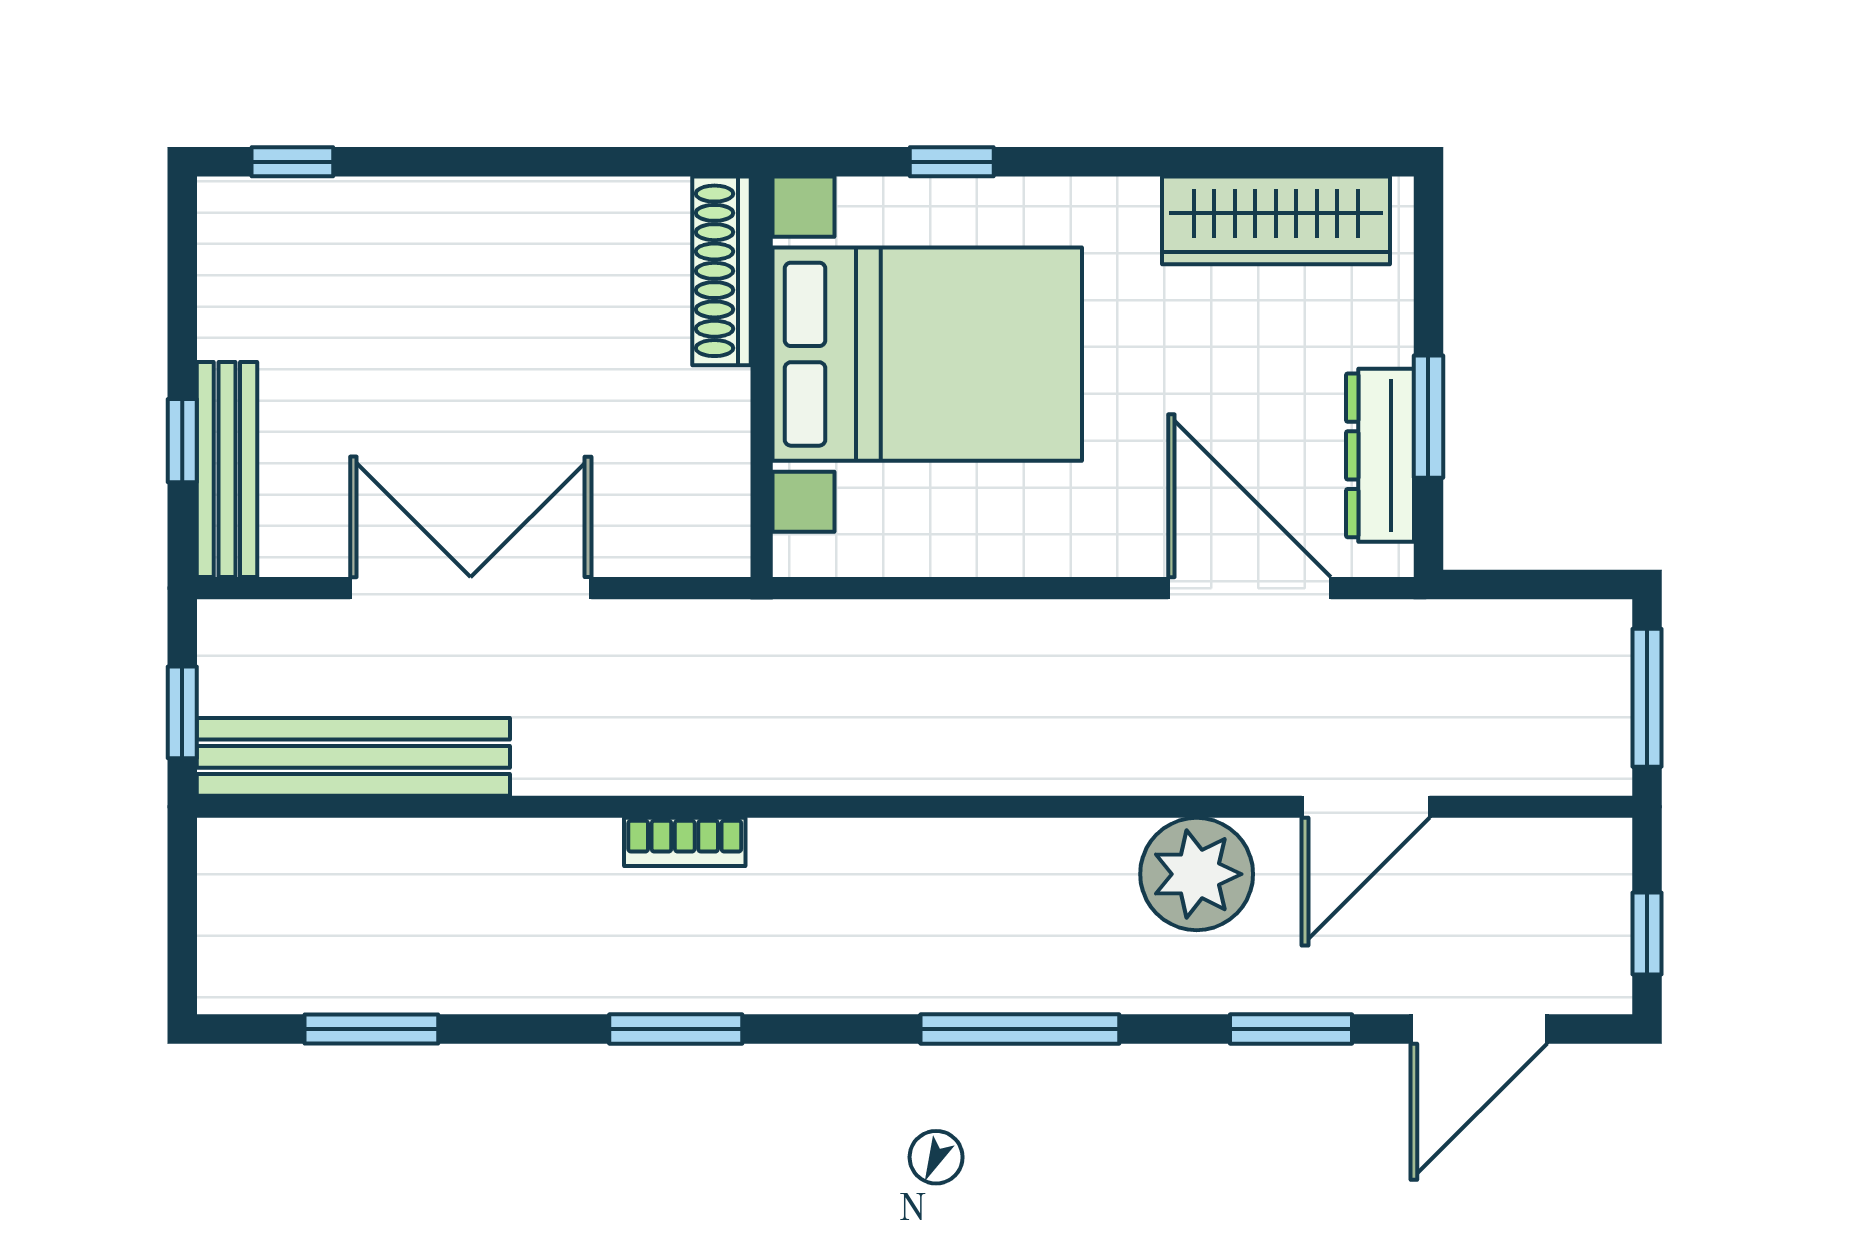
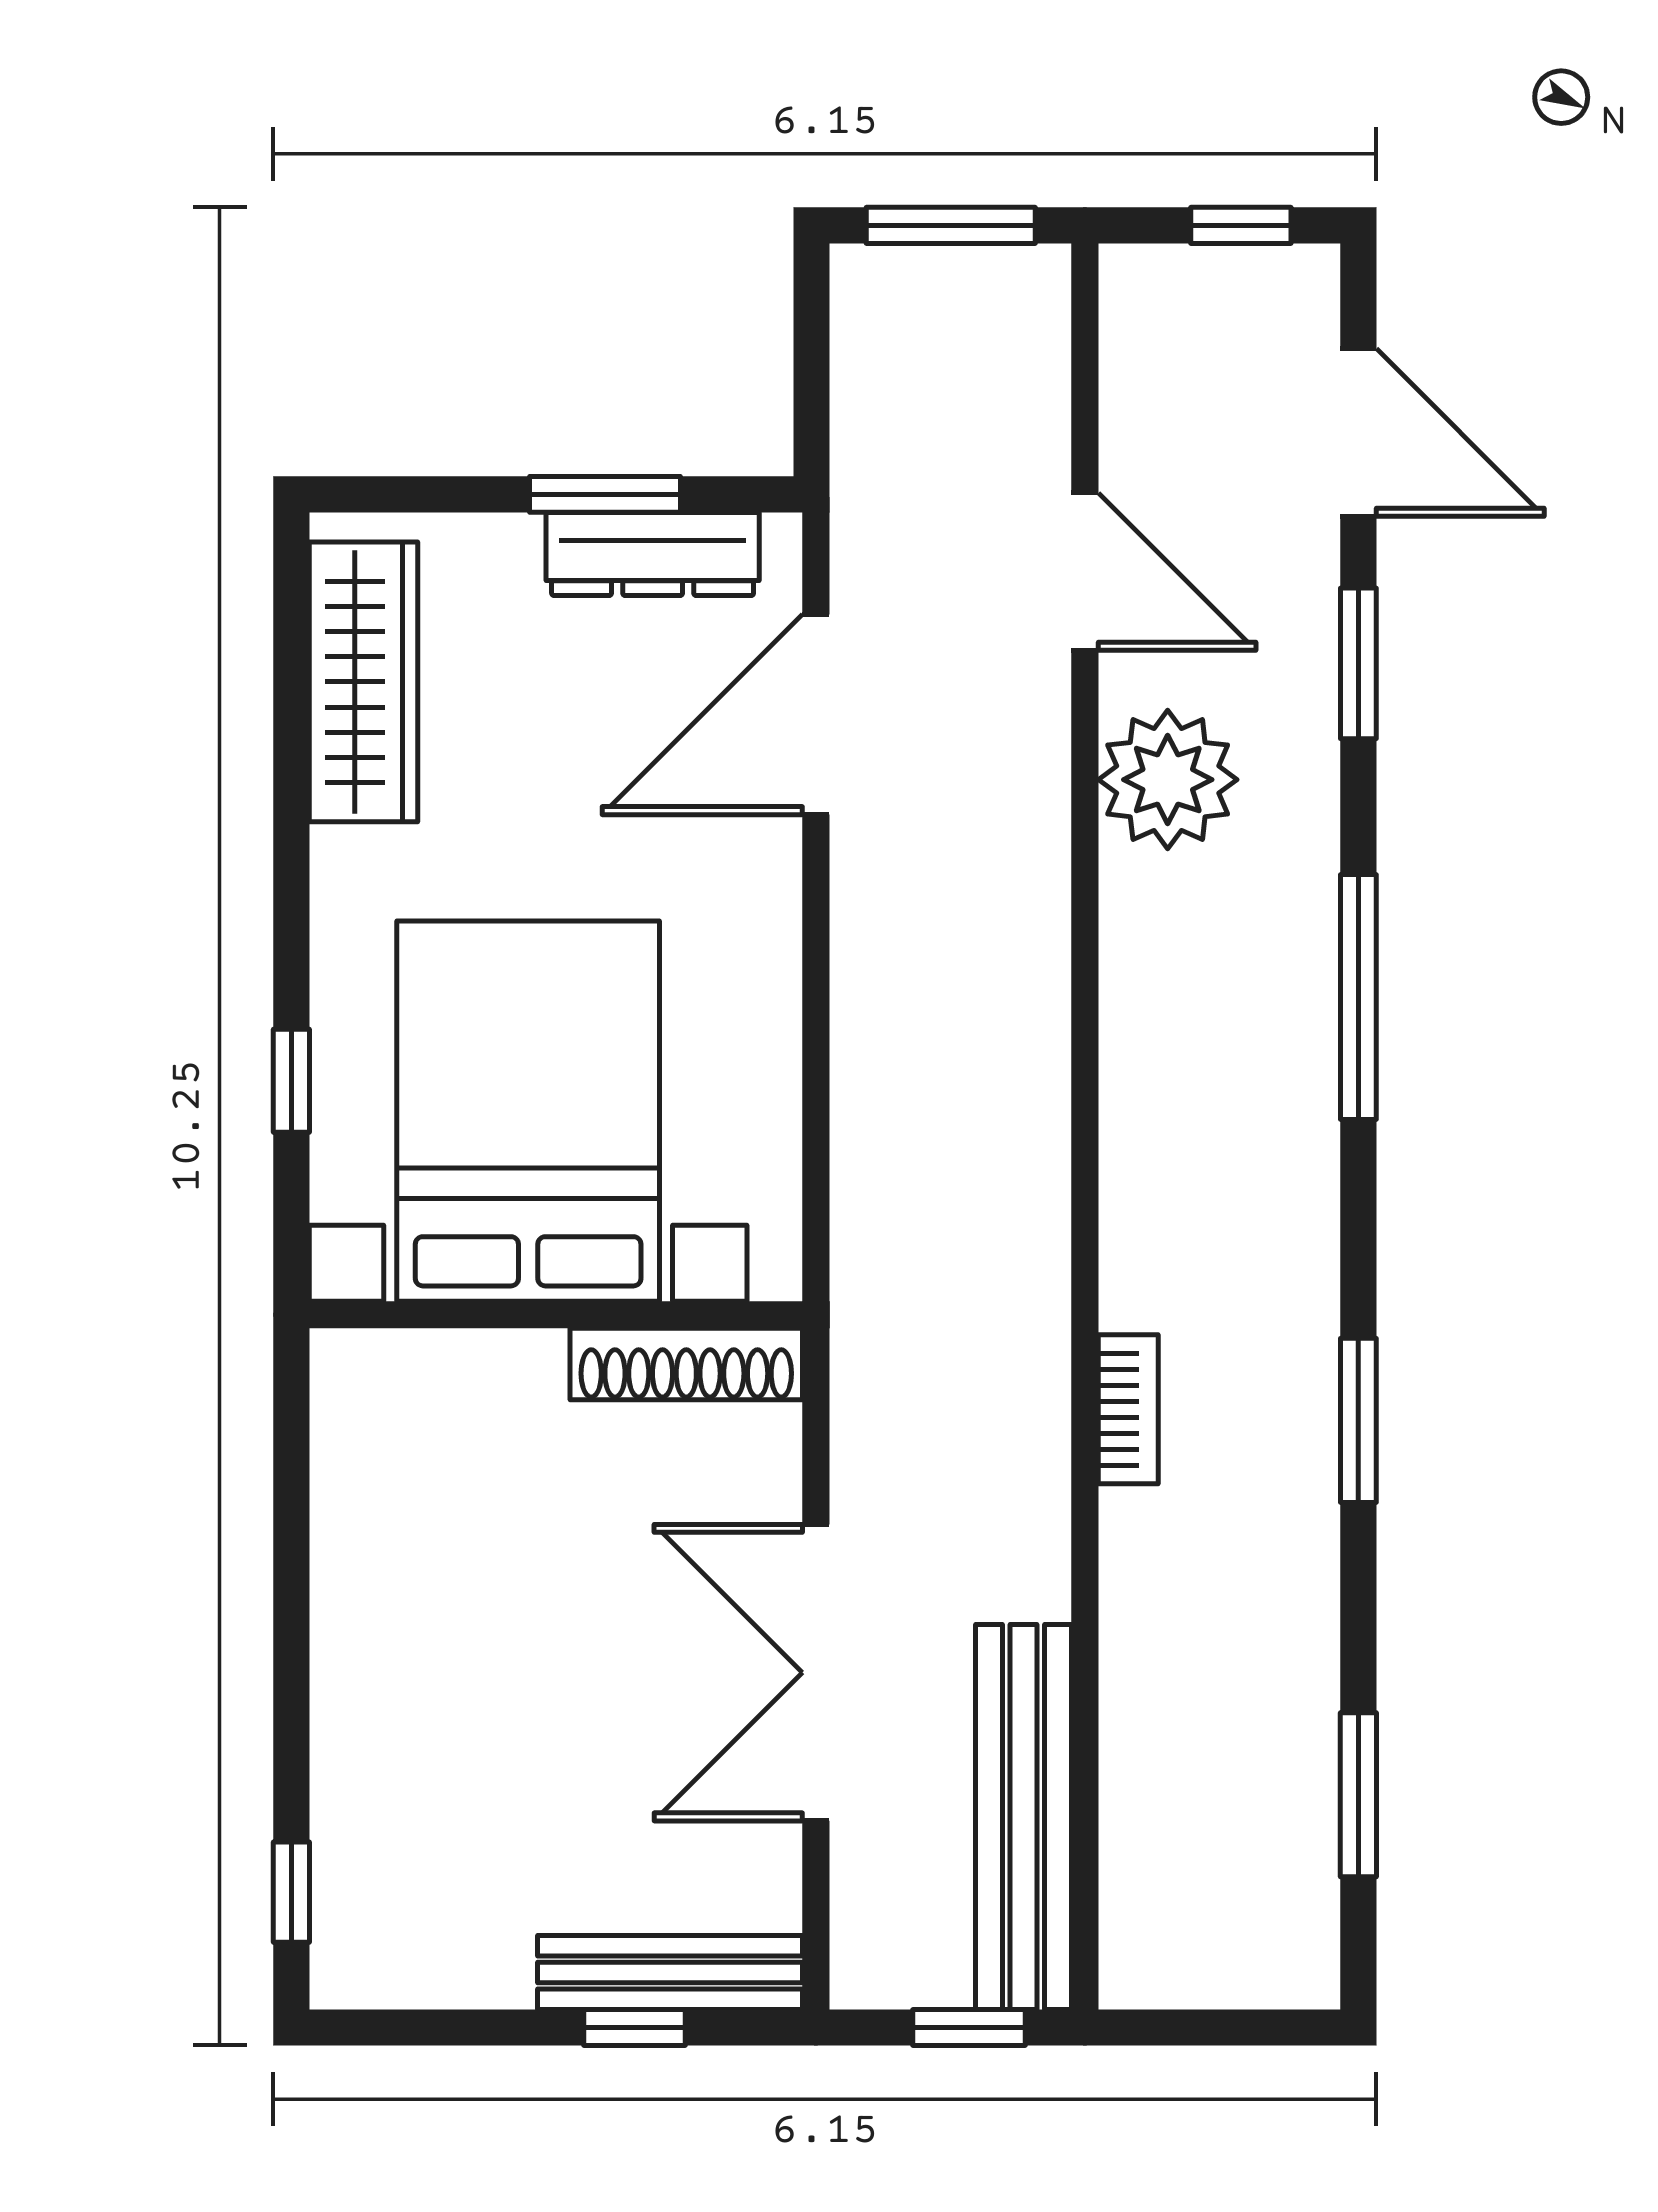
shoe rack: (722, 271) -> (686, 1364), moved

